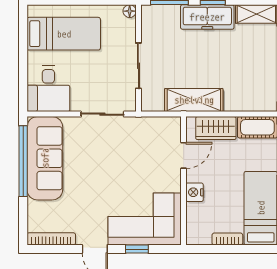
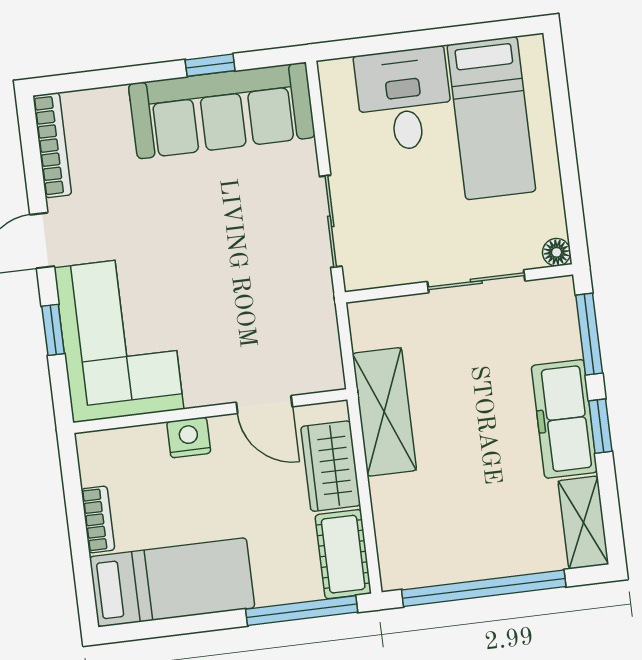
sliding door: (138, 66) -> (476, 281), moved
desk: (48, 89) -> (404, 99), moved, turned 90
window: (23, 161) -> (210, 65), width x0.32

